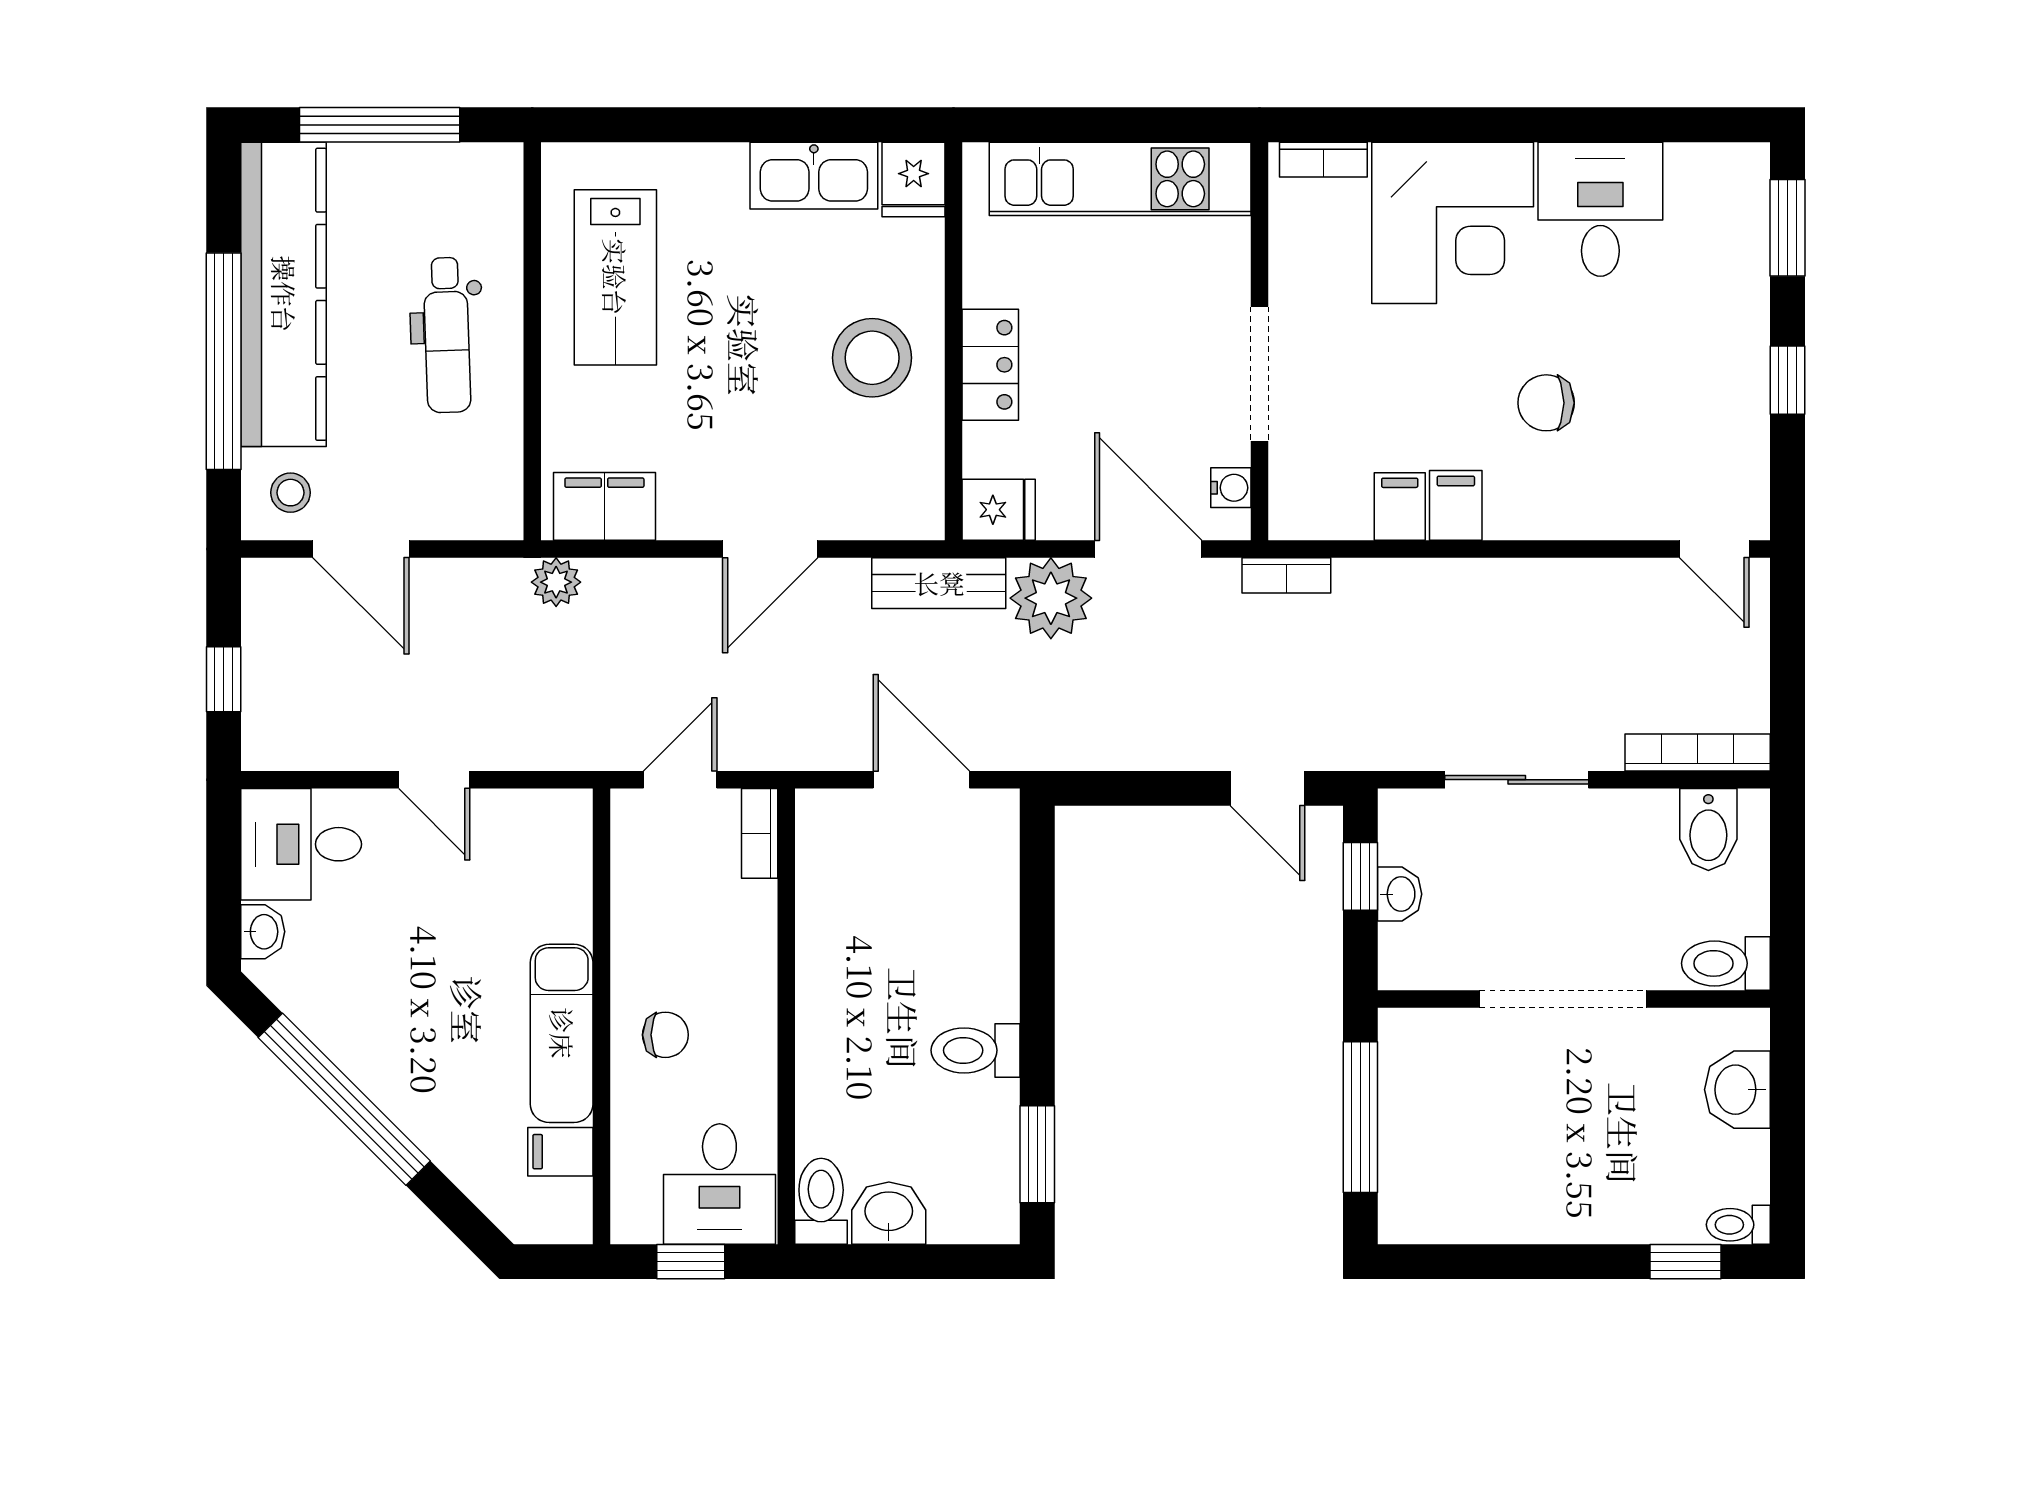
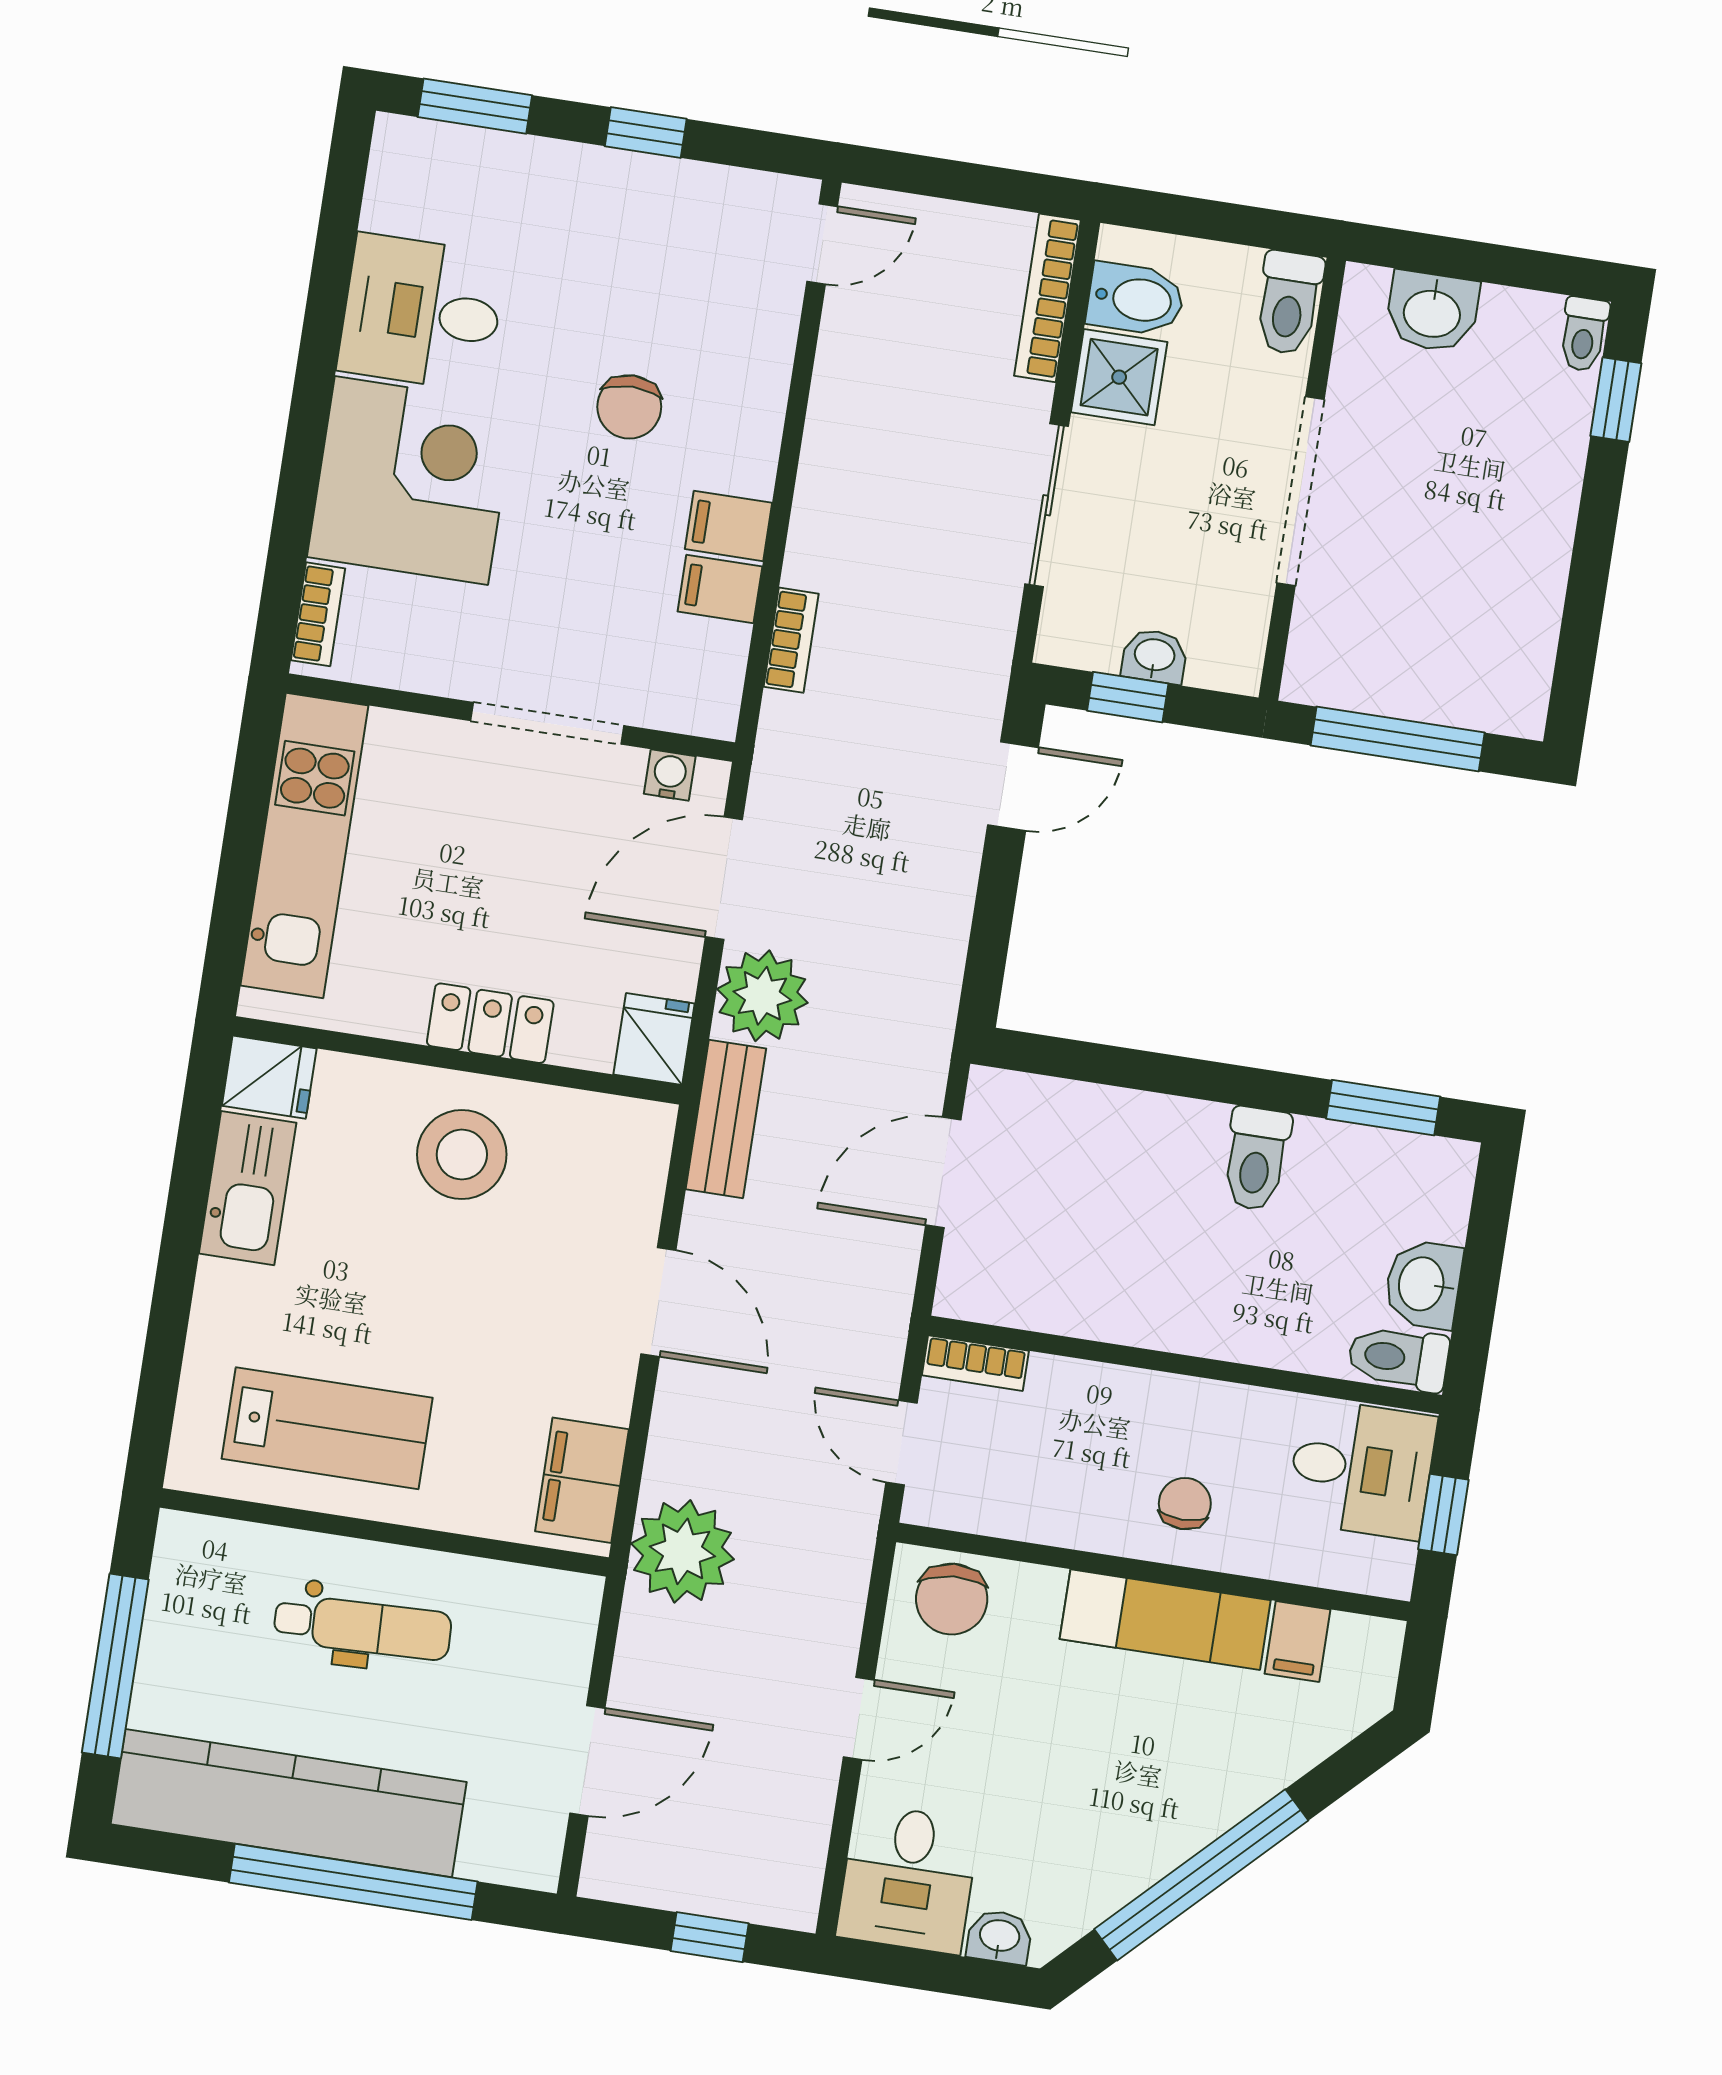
stool: (290, 493) -> (512, 1830), removed
bookcase: (1286, 575) -> (791, 640), moved
plant: (556, 582) -> (682, 1551), width x1.88, depth x1.88
shower: (1638, 826) -> (1119, 377), added
chair: (551, 845) -> (952, 1599), added

